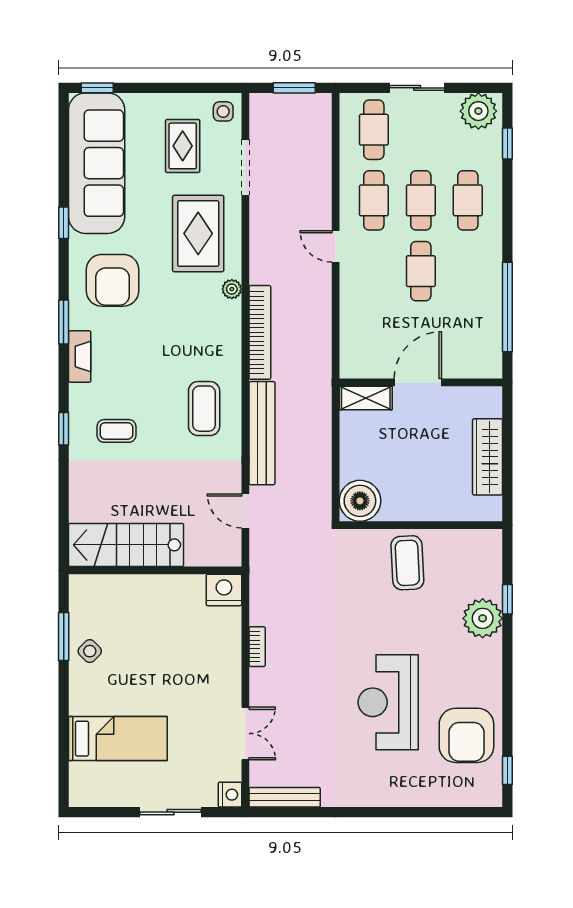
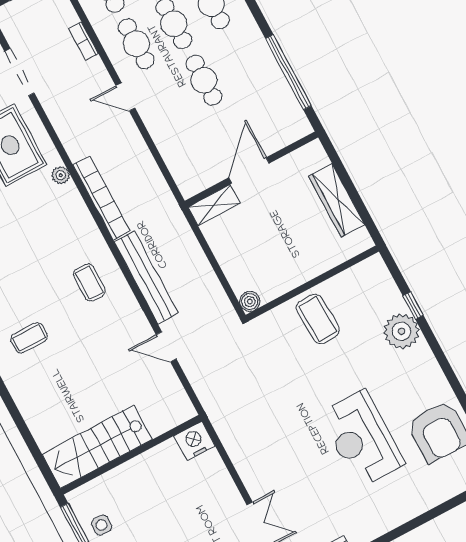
coffee table: (204, 409) -> (89, 283), width x0.73, depth x0.77
boiler: (360, 501) -> (250, 301), width x0.54, depth x0.54
stairs: (126, 545) -> (97, 447), moved
wall: (155, 570) -> (131, 455), moved
nightstand: (224, 590) -> (194, 441), moved
bookcase: (257, 647) -> (83, 41), moved, turned 180
side table: (90, 651) -> (102, 525), turned 45

